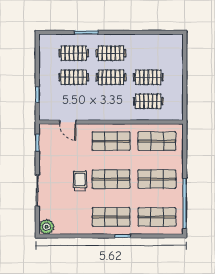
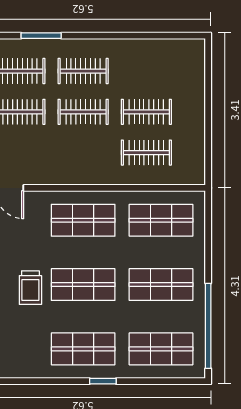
trolley: (80, 181) -> (30, 288), turned 180

